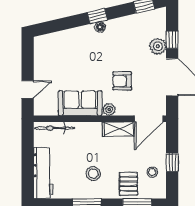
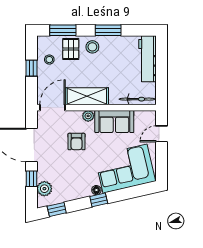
plant: (158, 46) -> (44, 189), moved
corner sofa: (68, 51) -> (125, 169), added
armchair: (122, 81) -> (76, 142), turned 90
shelving: (119, 129) -> (87, 96), width x1.50, depth x1.33
stool: (93, 174) -> (92, 47), moved

